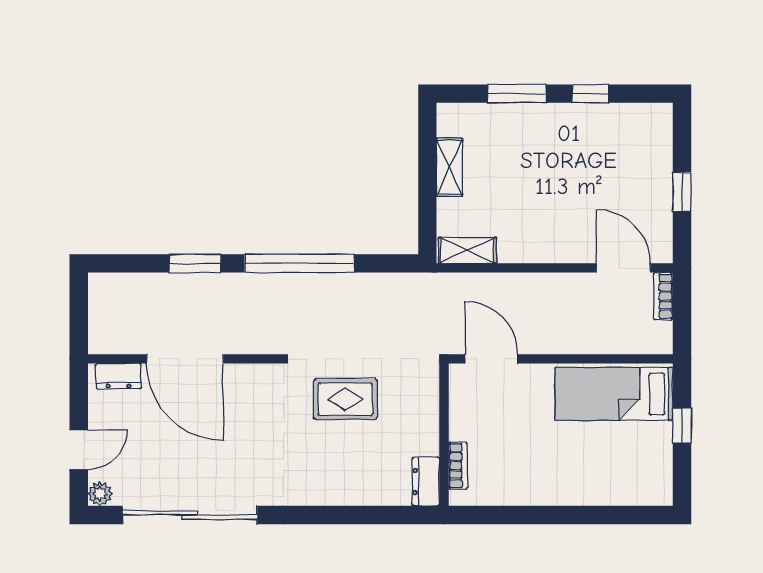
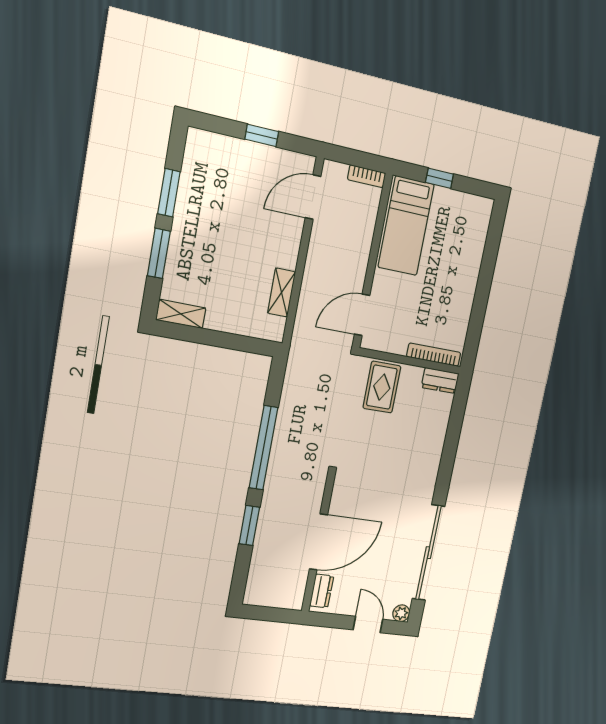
window: (590, 94) -> (169, 193), width x1.50
shelving: (449, 167) -> (181, 314), moved
shelving: (467, 250) -> (282, 293), moved
bookcase: (663, 296) -> (367, 176), moved
rug: (345, 399) -> (382, 387), moved
bookcase: (458, 466) -> (434, 355), width x1.56

